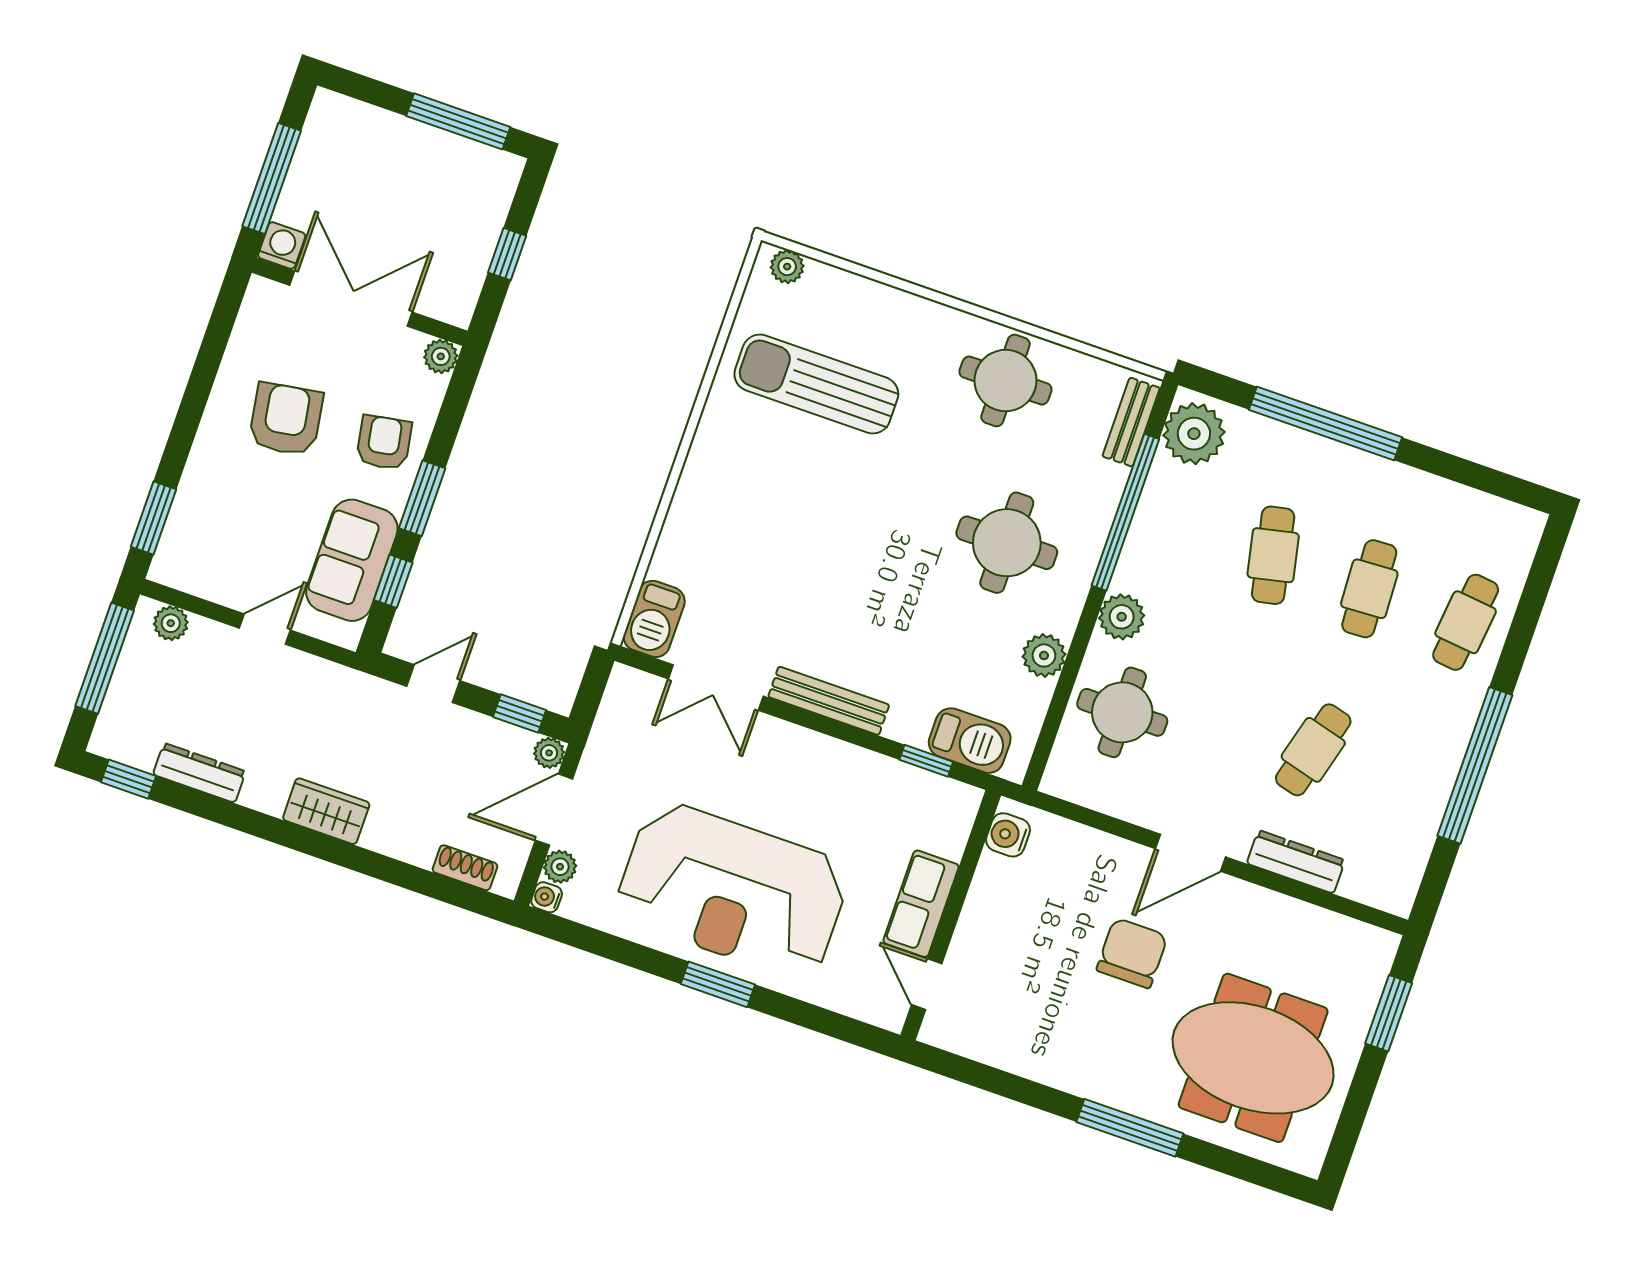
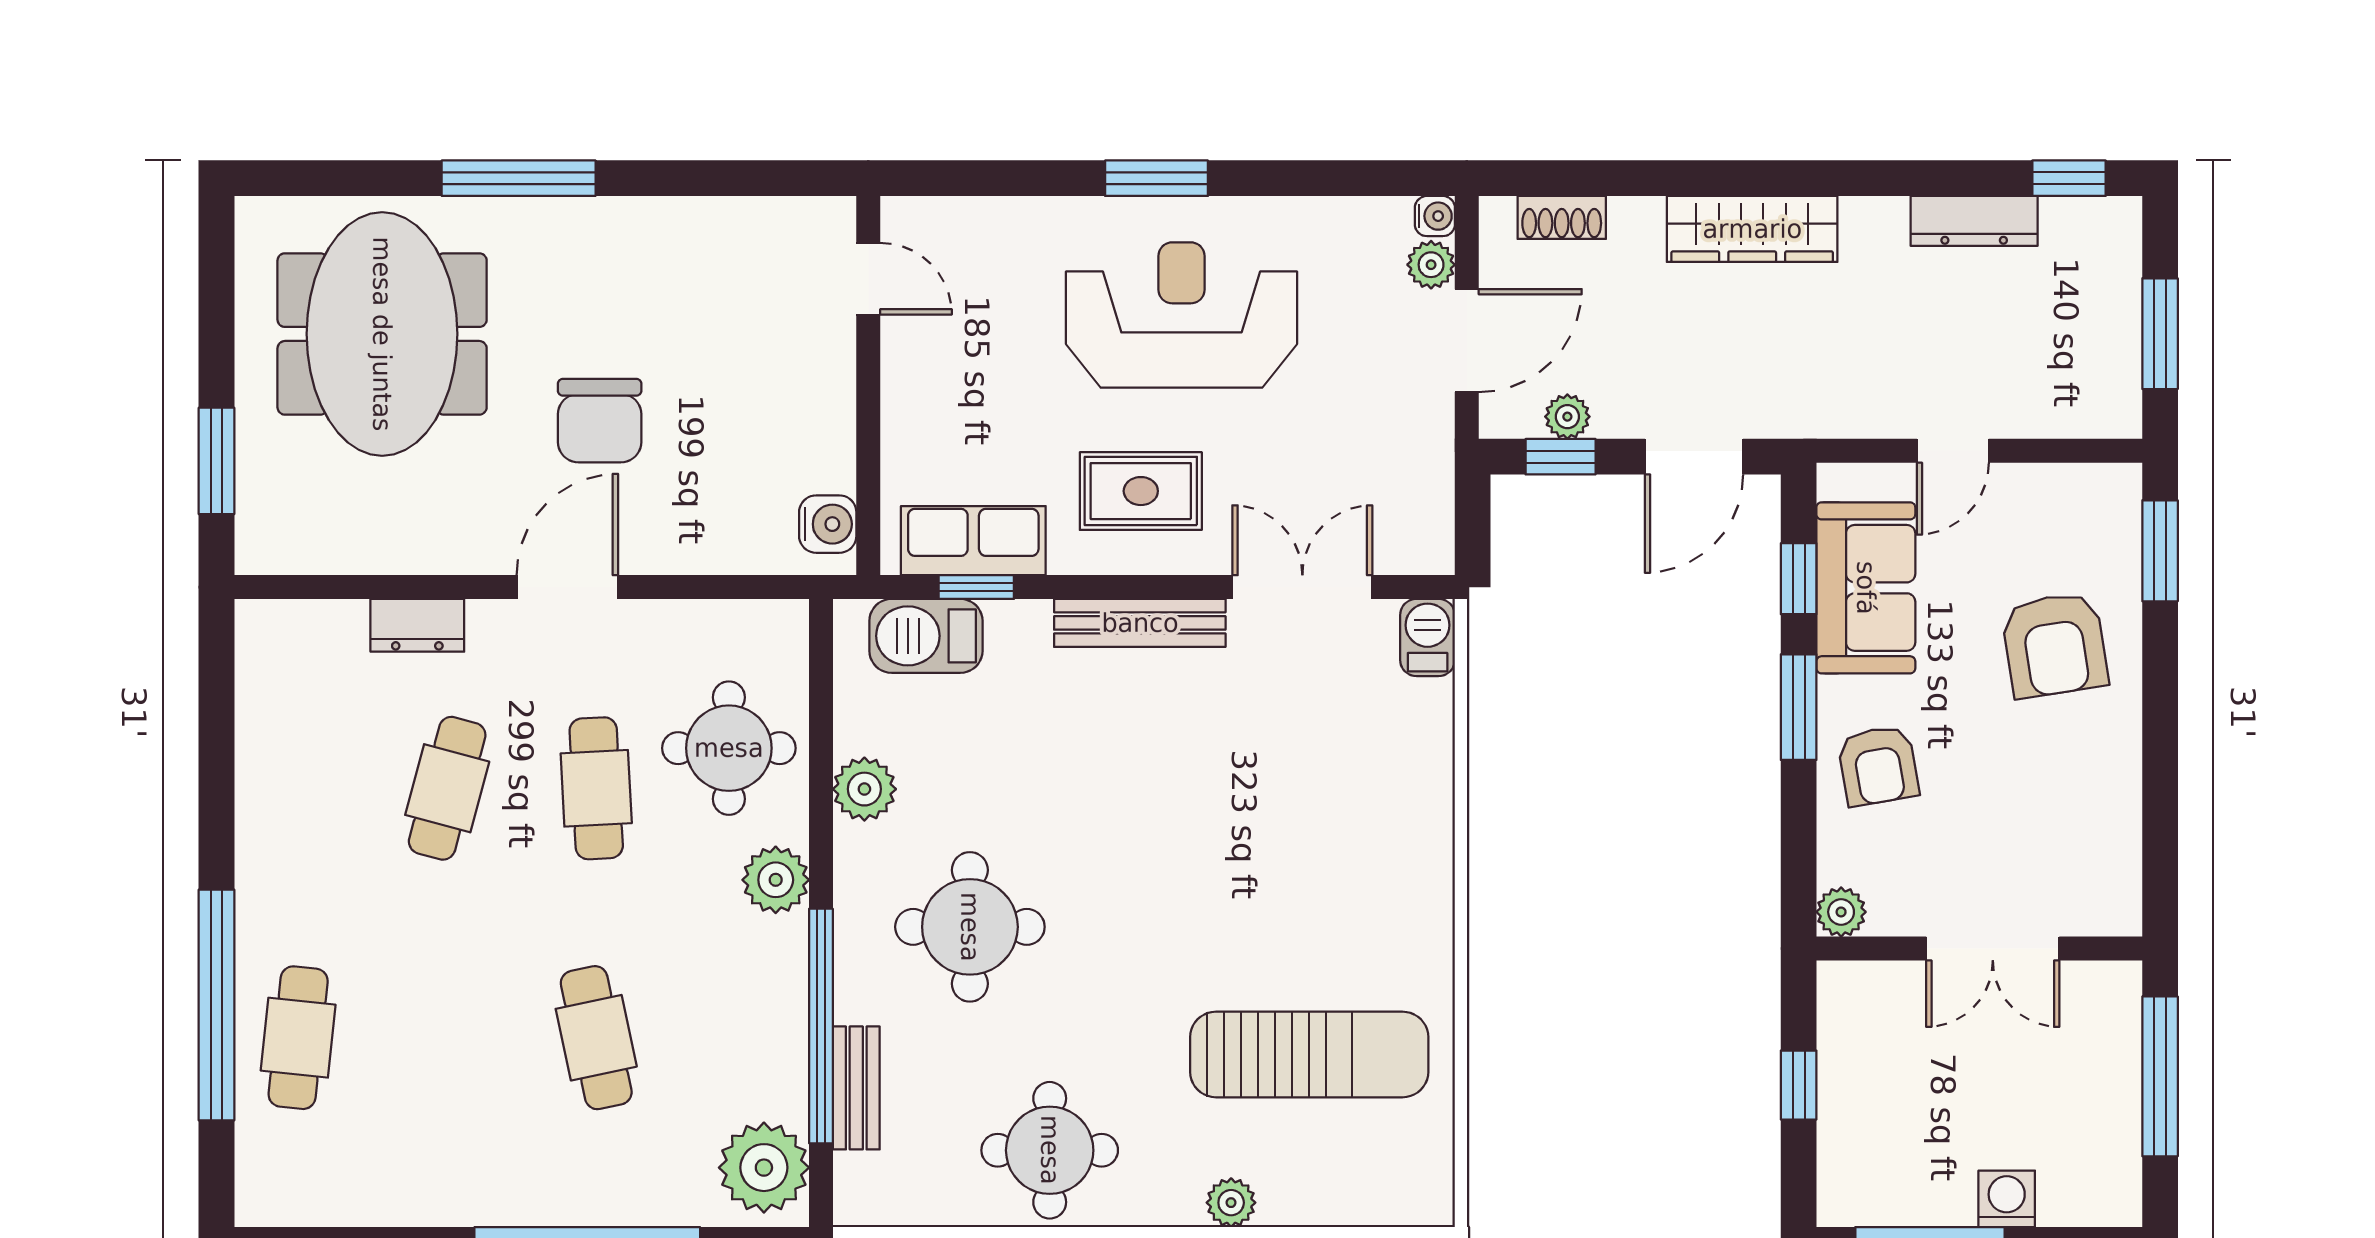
washing machine: (282, 246) -> (2007, 1199), moved, turned 180
plant: (787, 267) -> (1231, 1203), moved
double door: (351, 299) -> (1993, 949), width x0.73
armchair: (286, 419) -> (2055, 645), moved
bench: (1131, 422) -> (856, 1088), moved
cafe table: (1369, 589) -> (596, 788), moved
barbecue: (654, 619) -> (1428, 638), width x0.73, depth x0.79
plant: (171, 623) -> (2086, 414), removed
window: (105, 658) -> (2160, 334), width x0.69
door: (433, 684) -> (1694, 457), width x1.37
plant: (549, 753) -> (1567, 417), moved
window: (1475, 765) -> (217, 1005), moved
rug: (798, 786) -> (1141, 491), added
wardrobe: (326, 811) -> (1752, 229), width x1.50
dresser: (1296, 862) -> (417, 625), width x0.70
reception desk: (733, 890) -> (1181, 315), width x0.74, depth x0.77
row of seats: (921, 904) -> (973, 541), moved, turned -90
meeting table: (1253, 1058) -> (382, 334), turned 90

